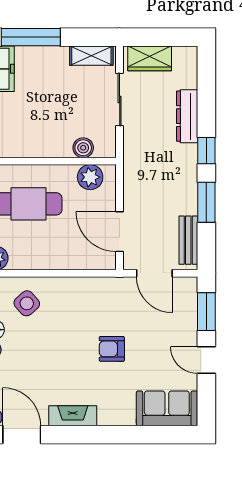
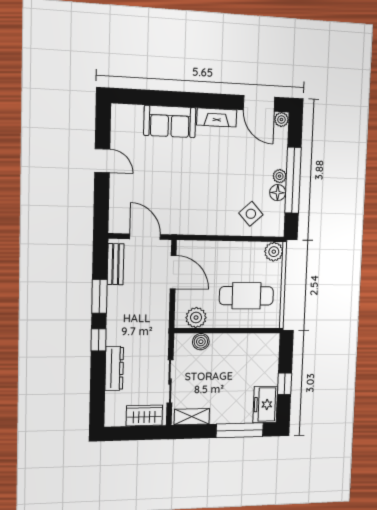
window: (206, 312) -> (101, 203), removed
armchair: (112, 349) -> (183, 173), removed
sofa: (167, 408) -> (170, 122), moved

